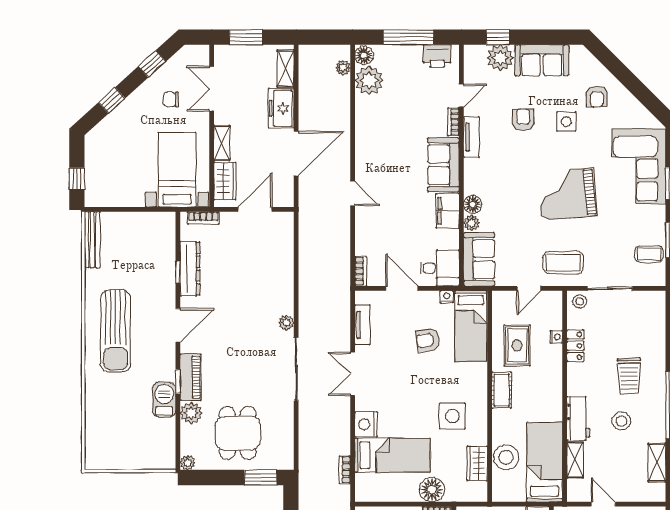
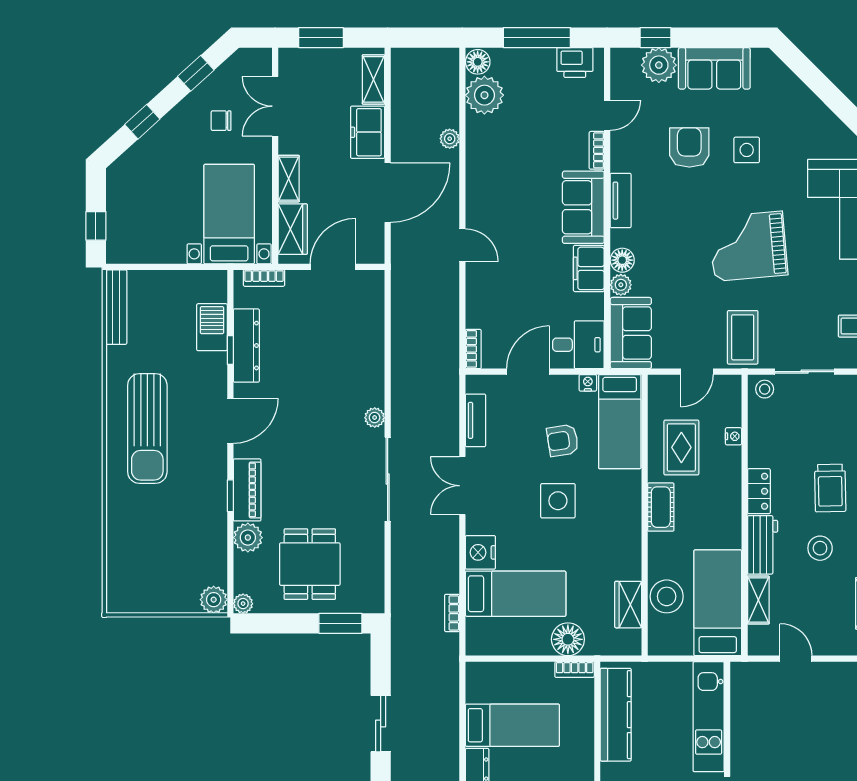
plant: (343, 68) -> (450, 139), moved
armchair: (597, 96) -> (787, 117), removed
armchair: (523, 120) -> (689, 147), width x1.38, depth x1.38
tv unit: (471, 137) -> (621, 201), moved
coffee table: (563, 262) -> (743, 337), turned 90
door: (402, 288) -> (528, 372), hinge flipped
locker: (575, 346) -> (759, 491), moved
barbecue: (164, 400) -> (212, 327), moved
side table: (452, 416) -> (558, 501), moved
plant: (165, 460) -> (214, 600), added

